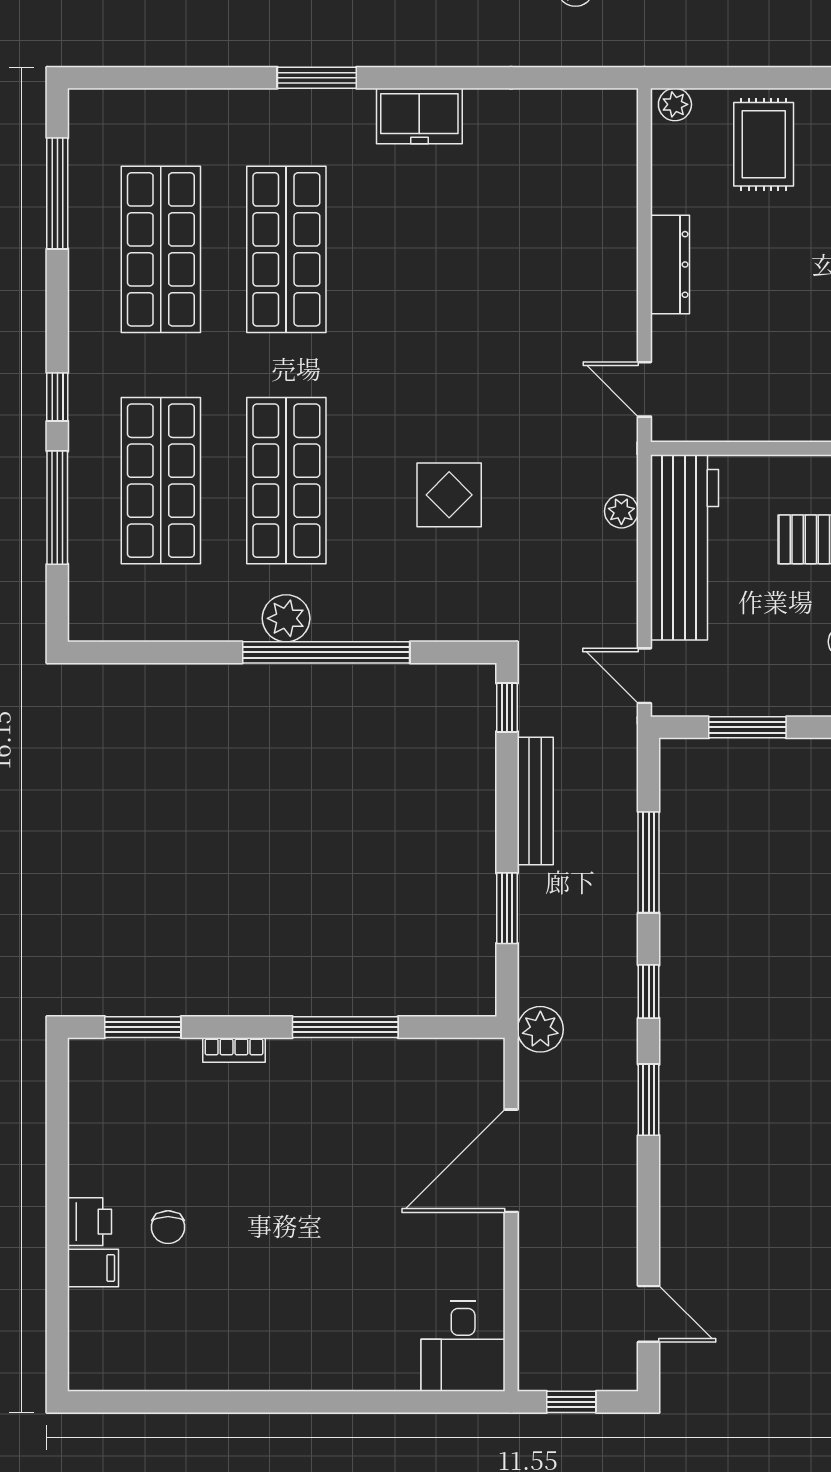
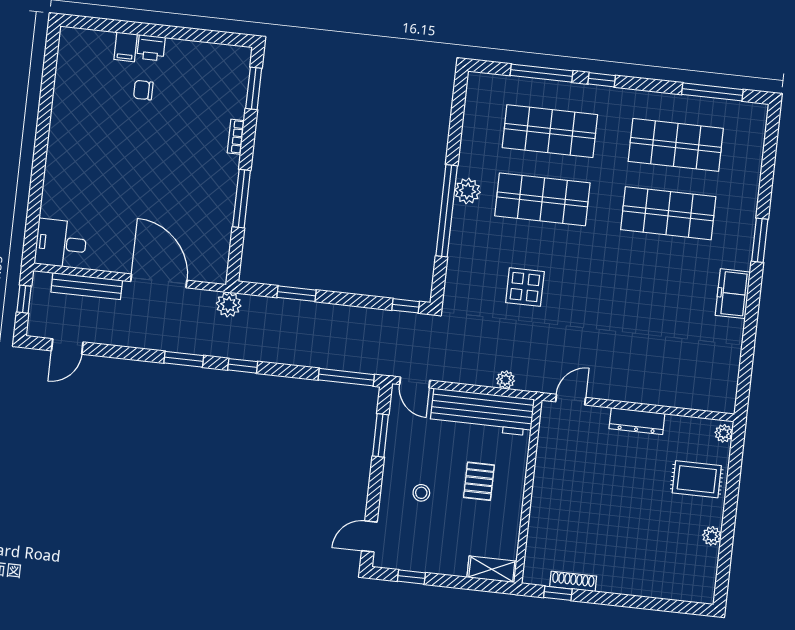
door: (644, 676) -> (415, 382), swing flipped
bench: (535, 801) -> (87, 286), moved
window: (649, 862) -> (346, 377), moved

